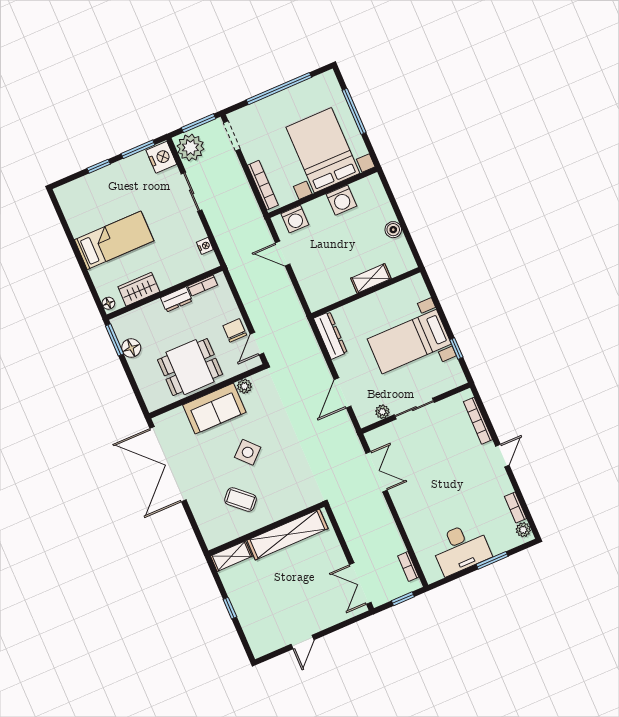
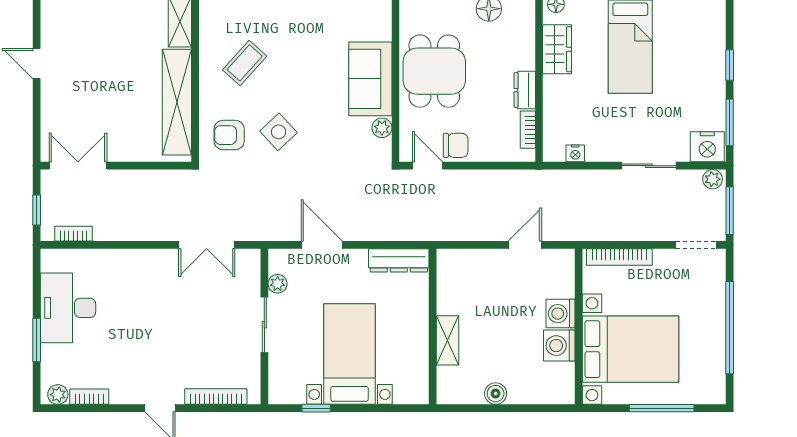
plant: (190, 147) -> (713, 179), width x0.53, depth x0.53
washing machine: (295, 219) -> (561, 314), moved
side table: (248, 452) -> (279, 132), moved
armchair: (295, 489) -> (229, 135), added

